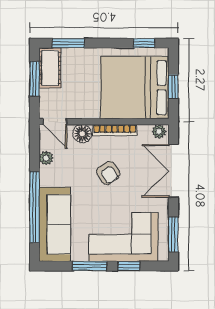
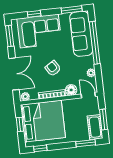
window: (90, 266) -> (72, 10), moved

